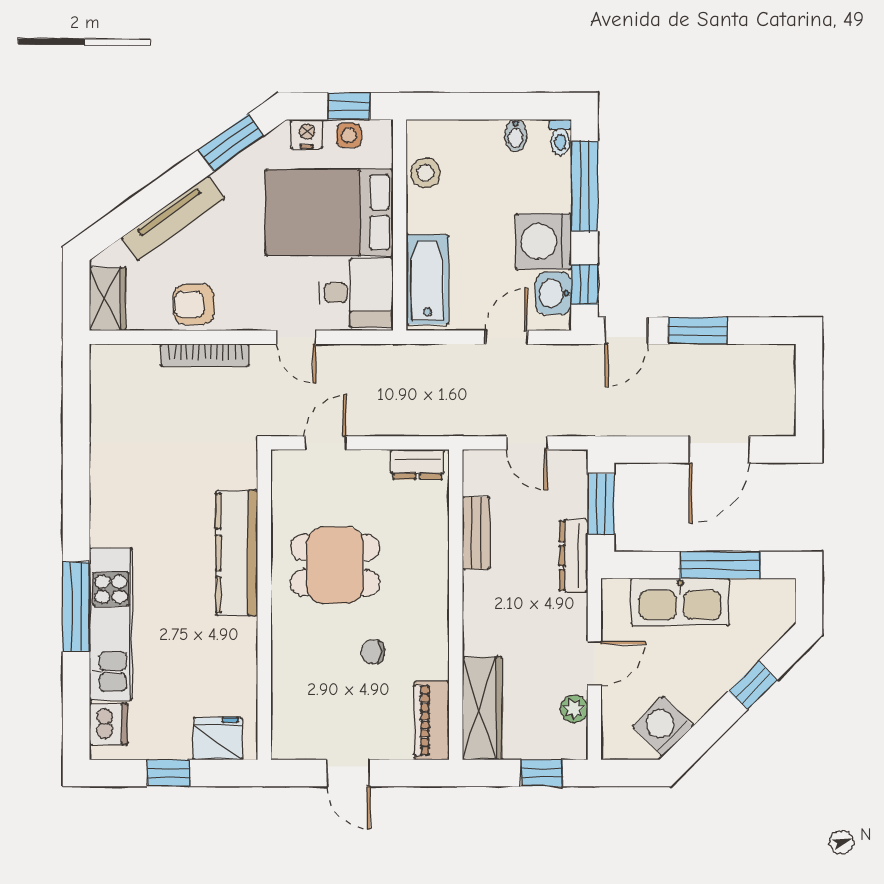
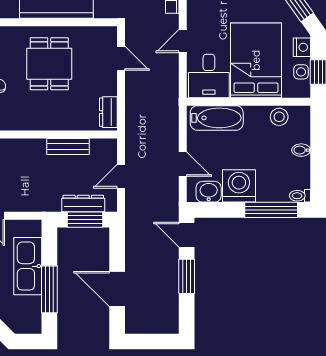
bidet: (516, 135) -> (301, 150), moved
window: (584, 284) -> (214, 210), removed
dresser: (574, 556) -> (83, 204), moved

